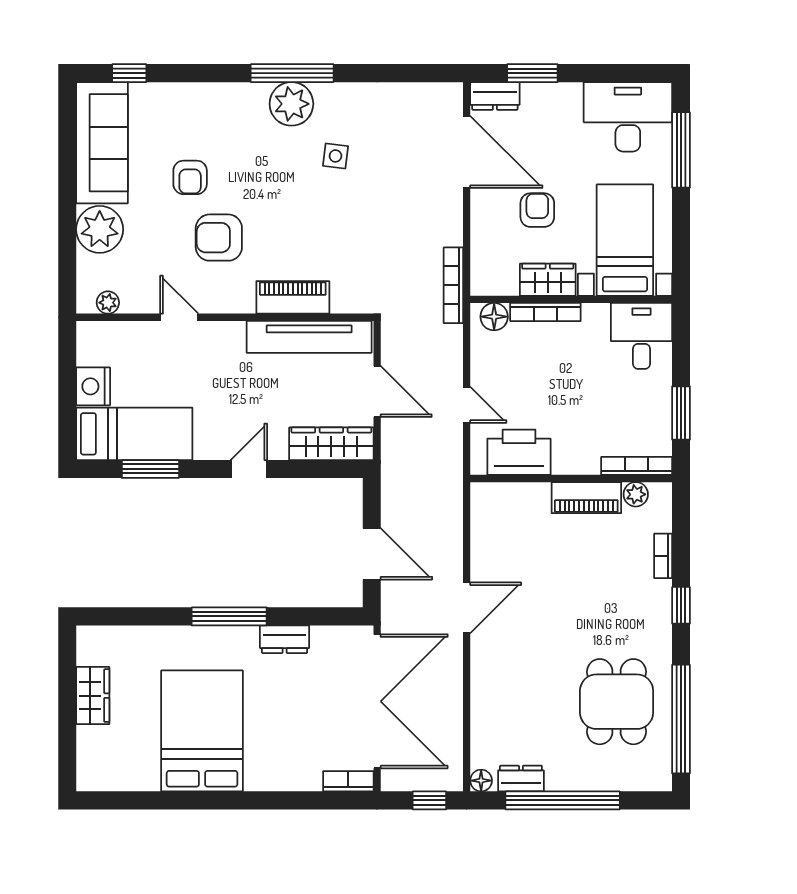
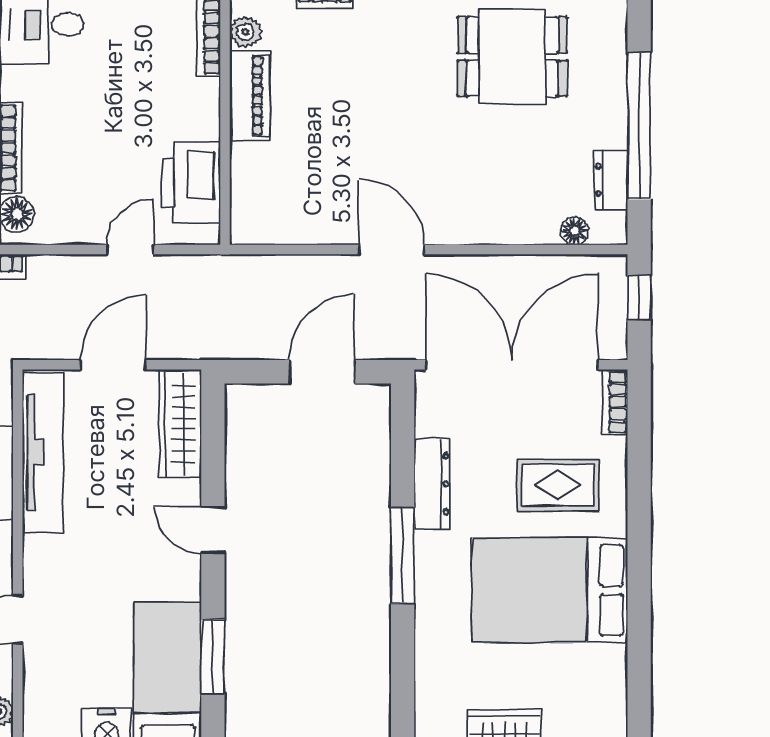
dresser: (285, 639) -> (432, 484), width x1.44
rug: (284, 737) -> (558, 485), added
floor lamp: (481, 781) -> (575, 231), moved

